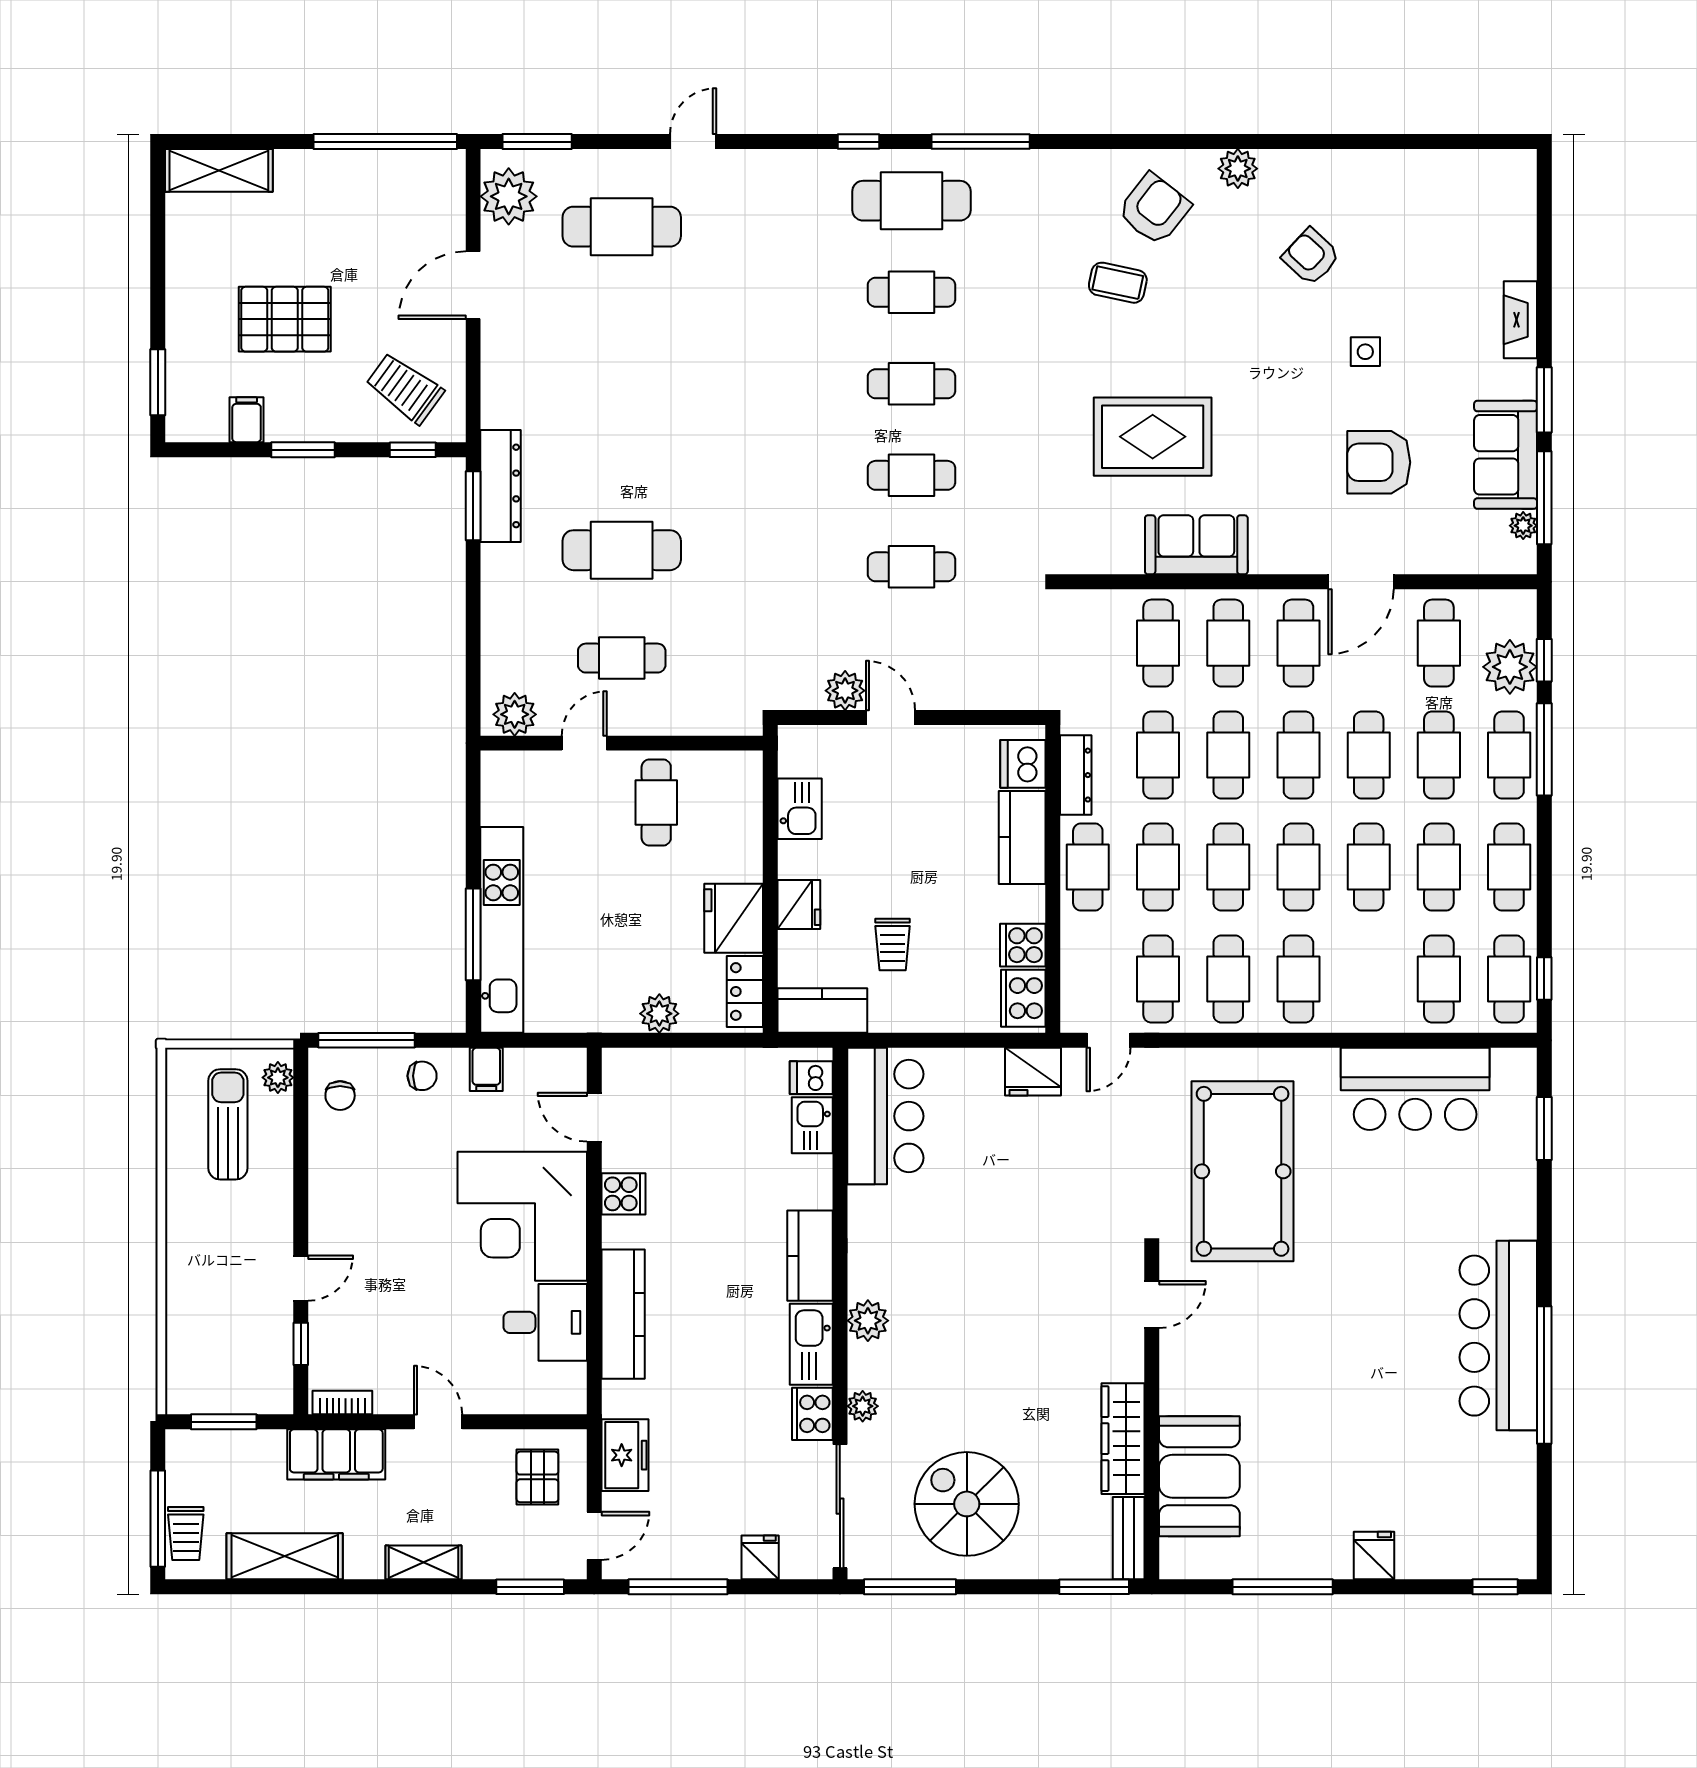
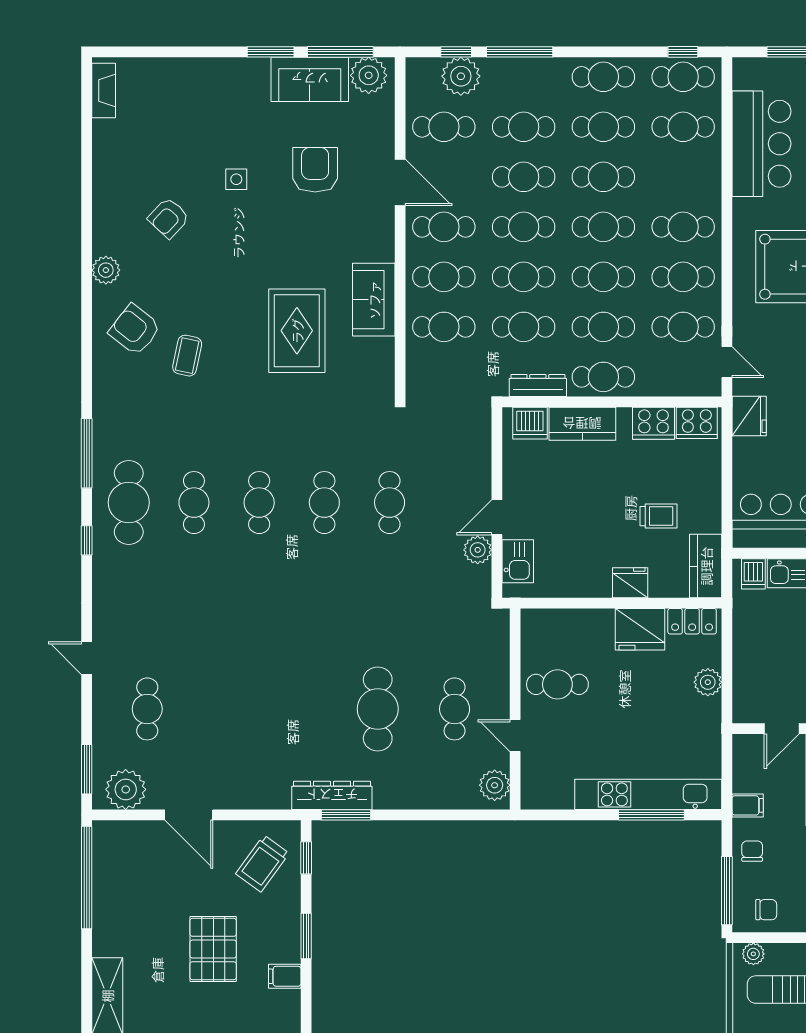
cafe table: (622, 227) -> (147, 709), width x0.73, depth x0.74
fireplace: (1520, 320) -> (104, 91), moved, turned -90
armchair: (1379, 462) -> (315, 170), turned 180
plant: (1523, 526) -> (369, 75), width x1.88, depth x1.88
cafe table: (1509, 755) -> (524, 77), removed
kitchen sink: (800, 809) -> (518, 561), moved, turned 90
cooker: (1023, 945) -> (654, 423), width x1.36

